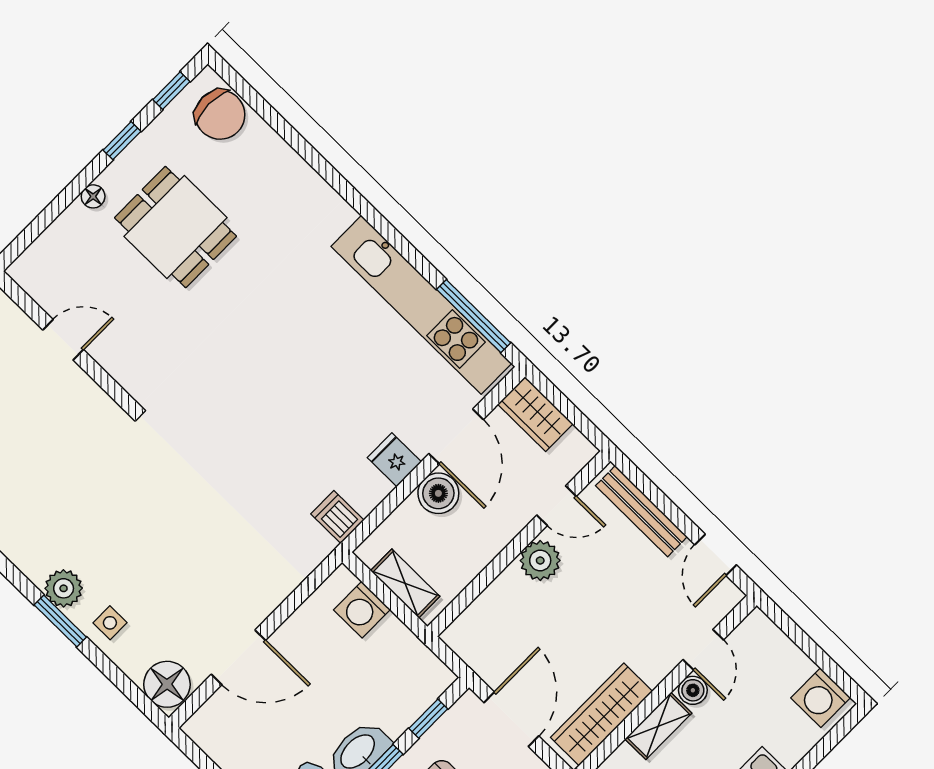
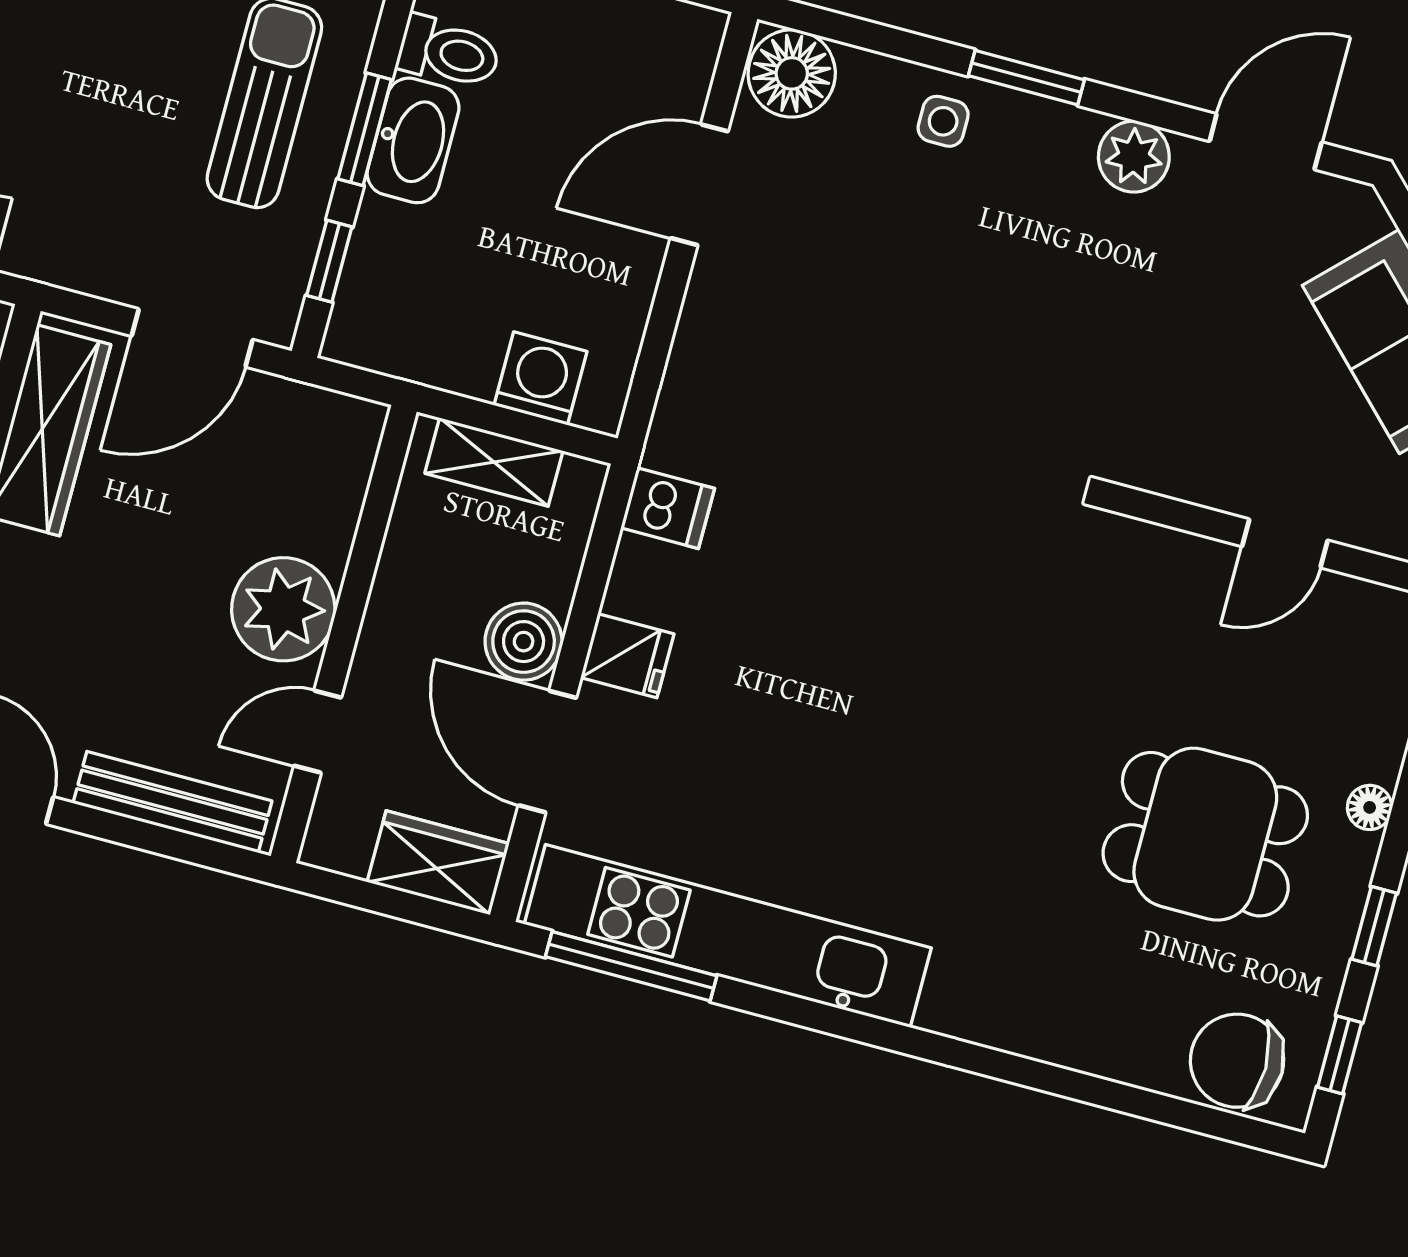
plant: (540, 561) -> (283, 609), width x1.36, depth x1.36
plant: (64, 588) -> (1134, 157), moved
door: (511, 719) -> (192, 338), hinge flipped

